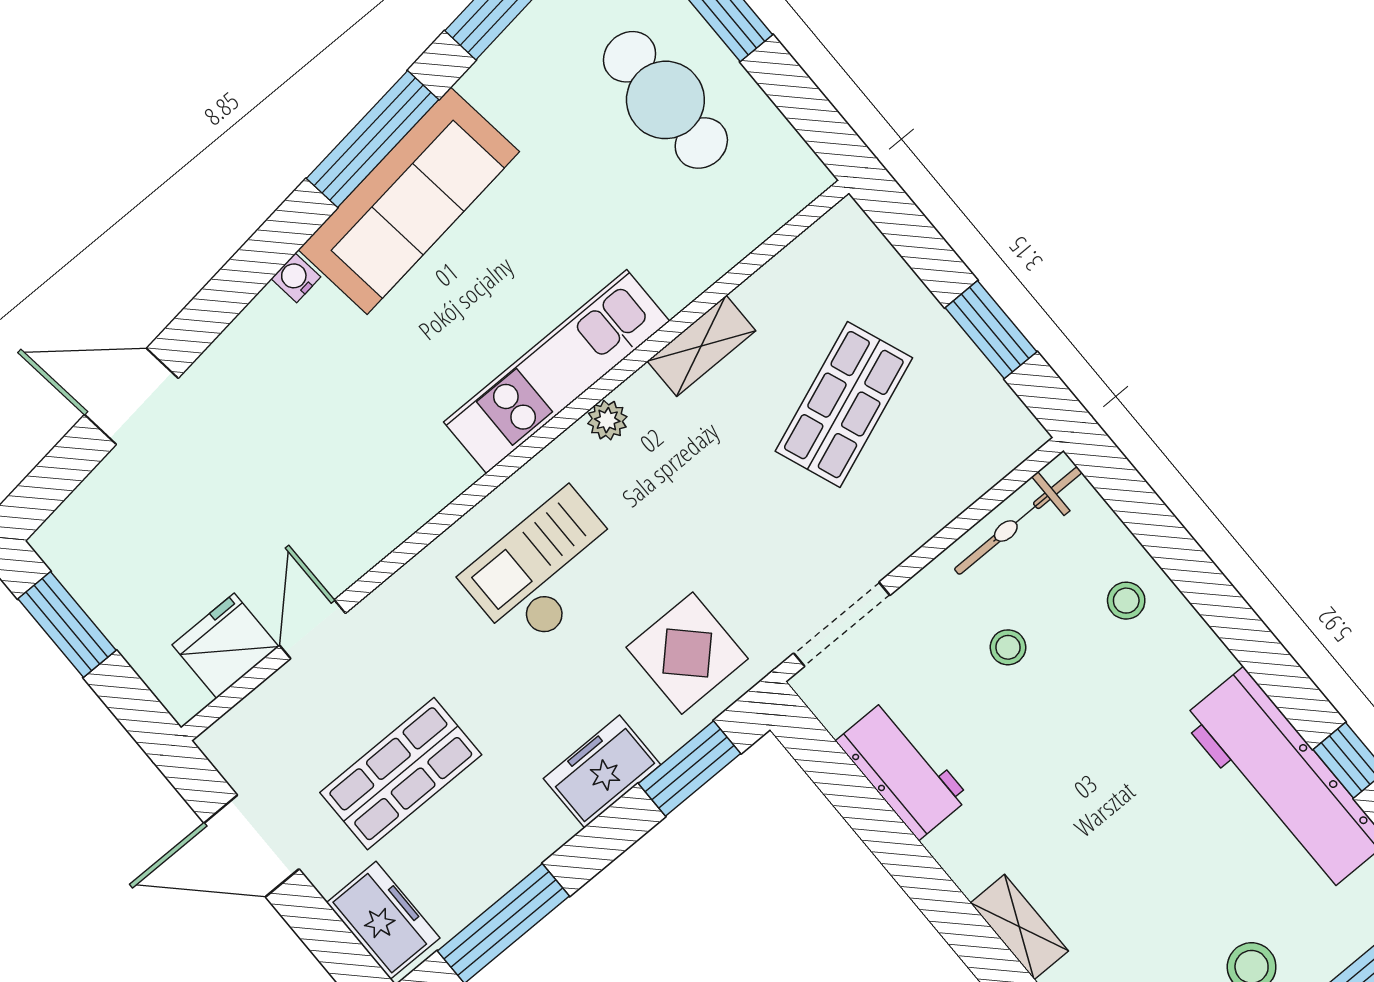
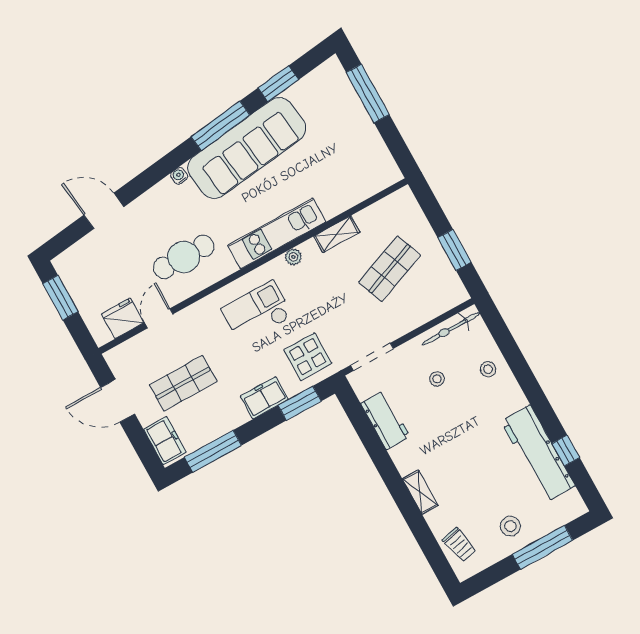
cafe table: (665, 100) -> (184, 257), moved, turned 90
sofa: (409, 201) -> (247, 148), width x1.36, depth x1.27

